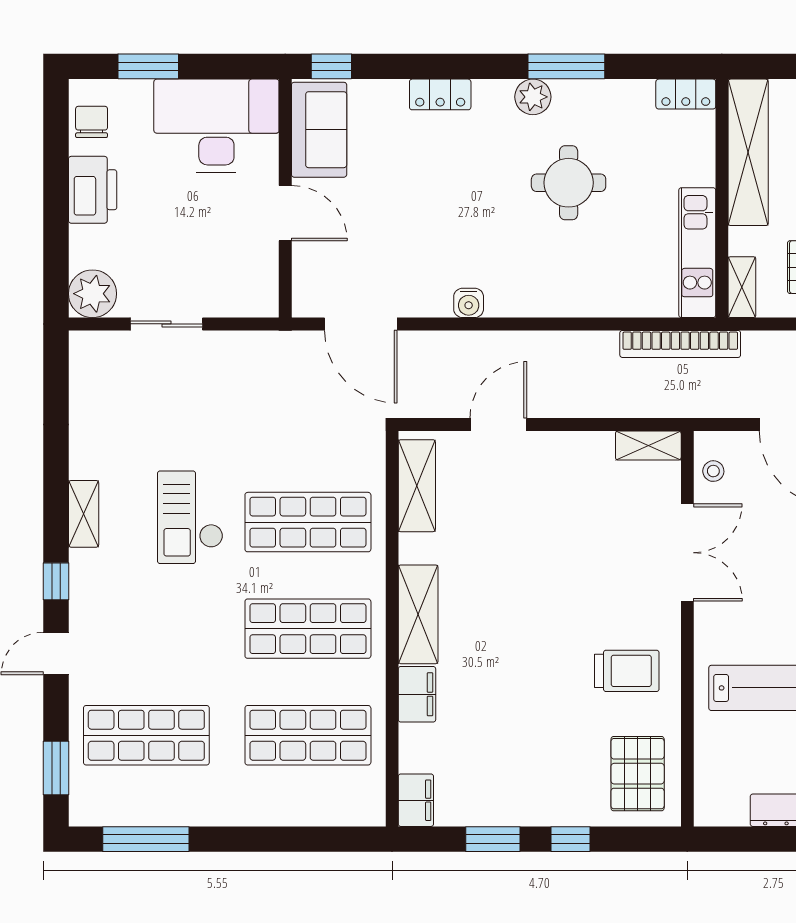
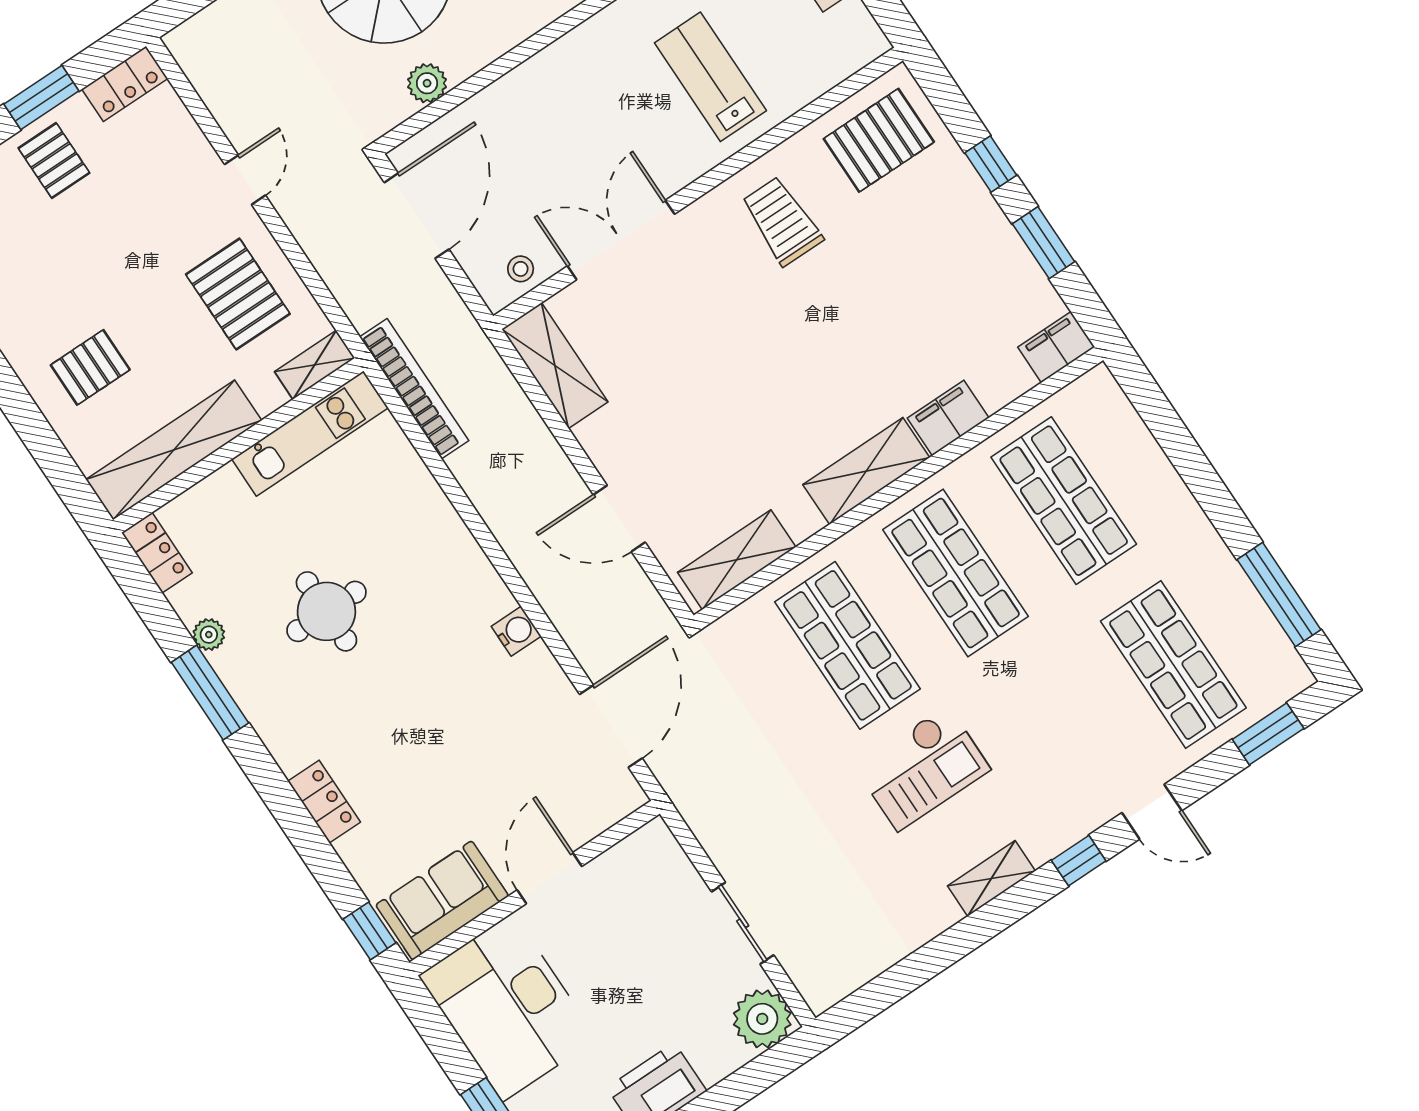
plant: (533, 97) -> (209, 635), moved, width x0.73, depth x0.73
shelving: (648, 445) -> (555, 365), width x1.50, depth x1.33

